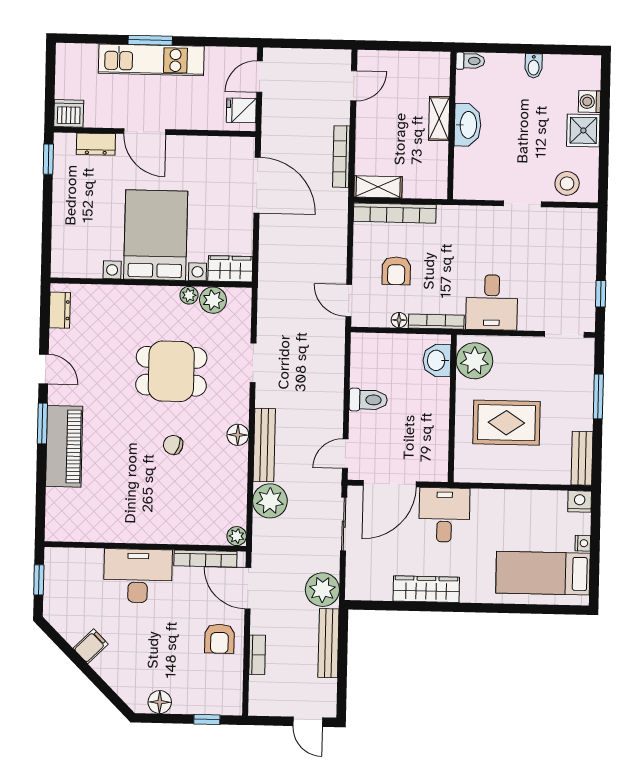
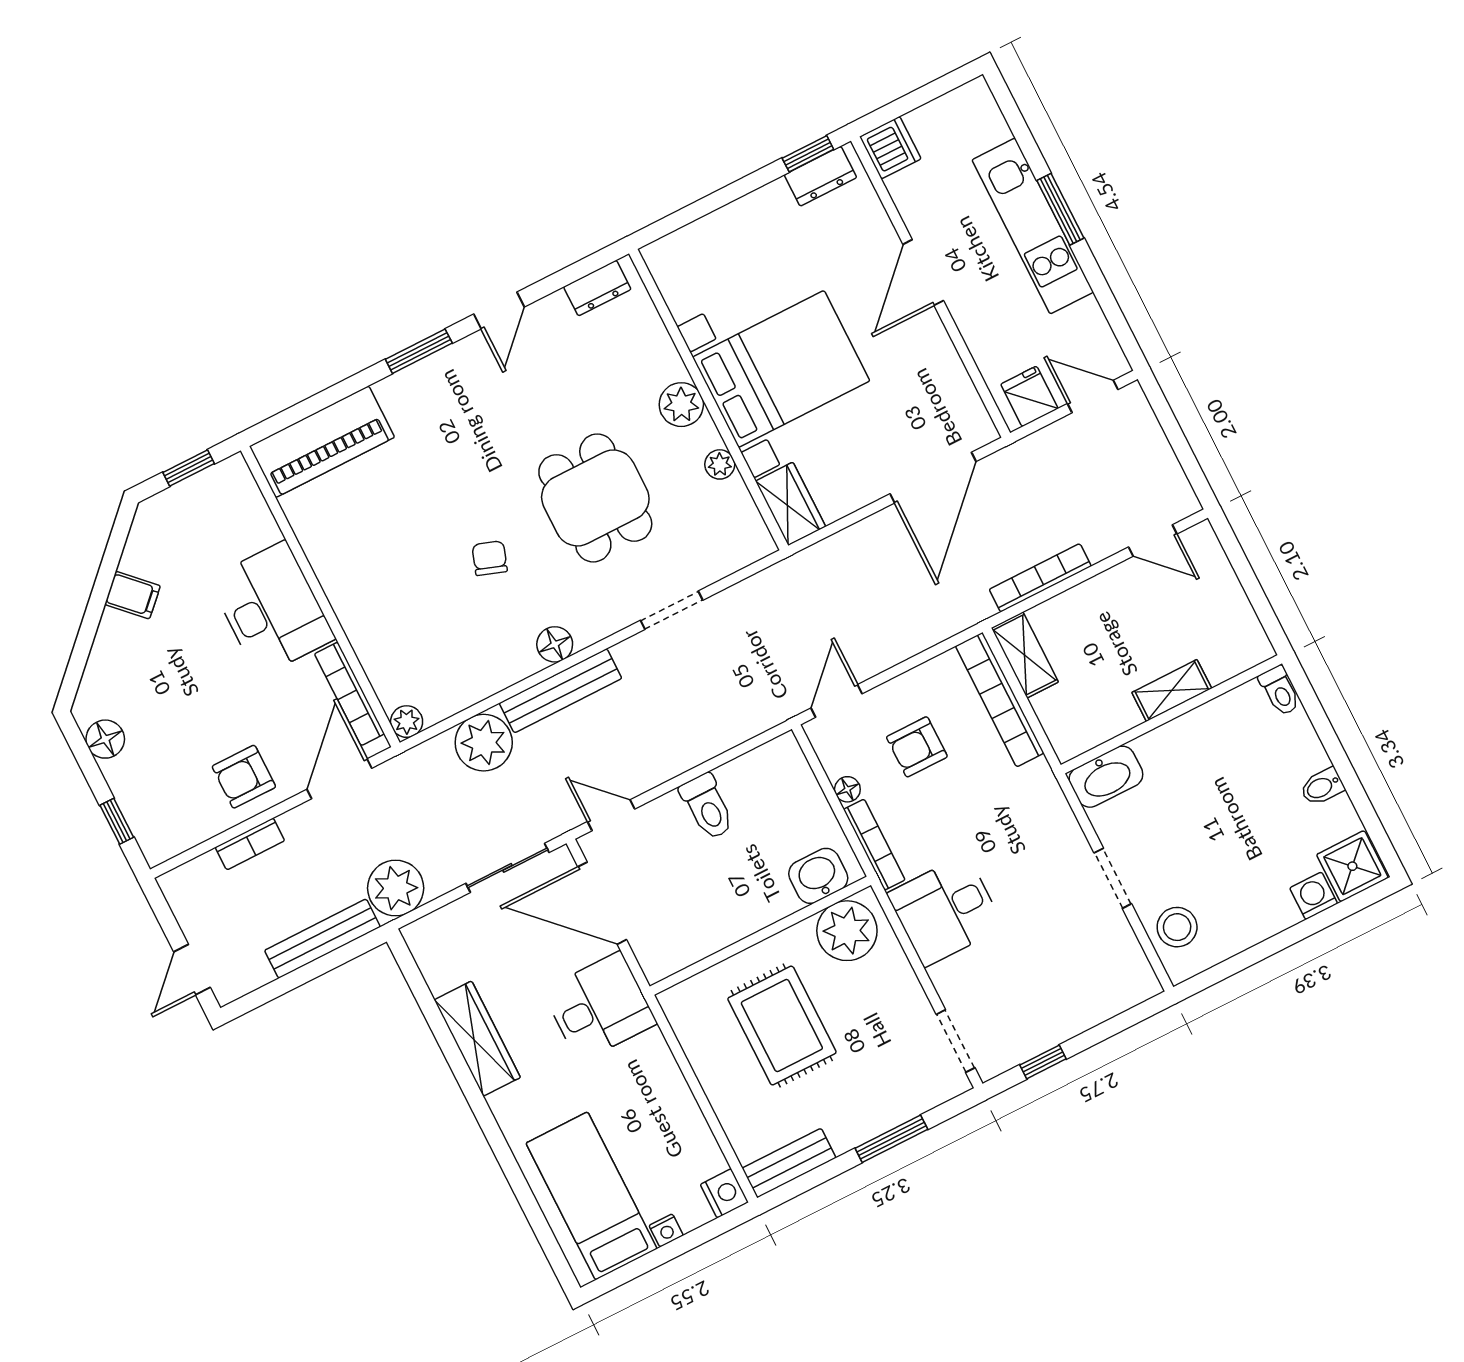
washbasin: (468, 125) -> (1106, 777), moved
shower: (583, 130) -> (1352, 866), moved
dresser: (96, 144) -> (820, 176), moved, turned -90
plant: (213, 300) -> (681, 405), moved
piano: (64, 446) -> (322, 442), moved

